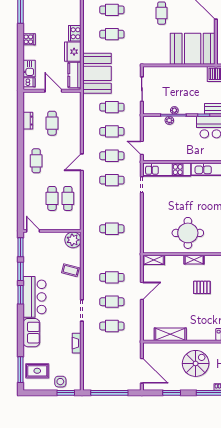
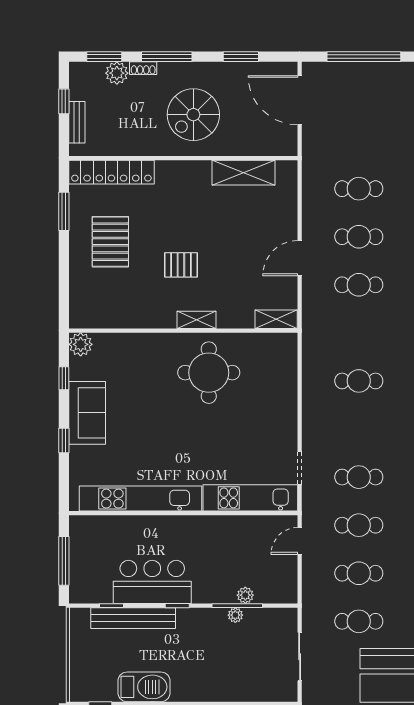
door: (142, 148) -> (300, 541), swing flipped

